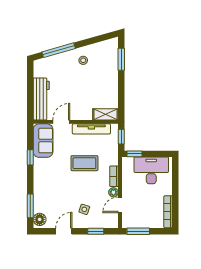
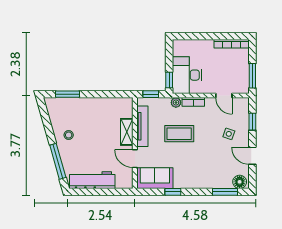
workbench: (41, 99) -> (92, 180), moved
shelving: (105, 114) -> (127, 132), moved
coffee table: (84, 163) -> (179, 134), turned 90
desk: (151, 170) -> (187, 75), moved
plant: (113, 192) -> (176, 103), moved

